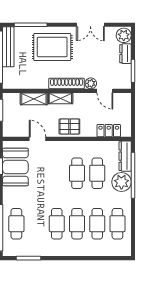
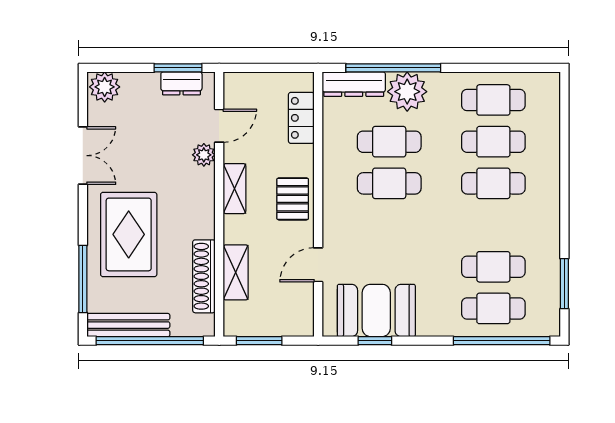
dresser: (125, 54) -> (181, 83), moved
shoe rack: (67, 83) -> (204, 276), moved
shelving: (60, 98) -> (235, 189), moved
cafe table: (57, 224) -> (493, 267), moved

